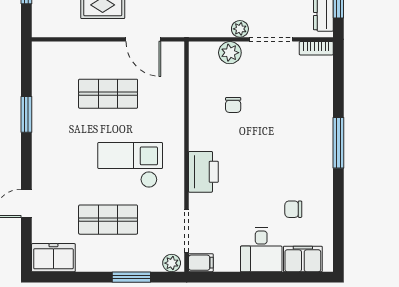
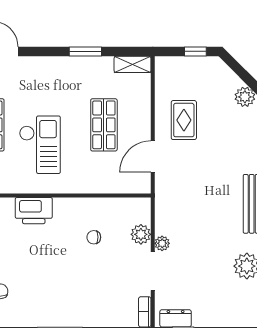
shelving: (41, 62) -> (133, 64), added

